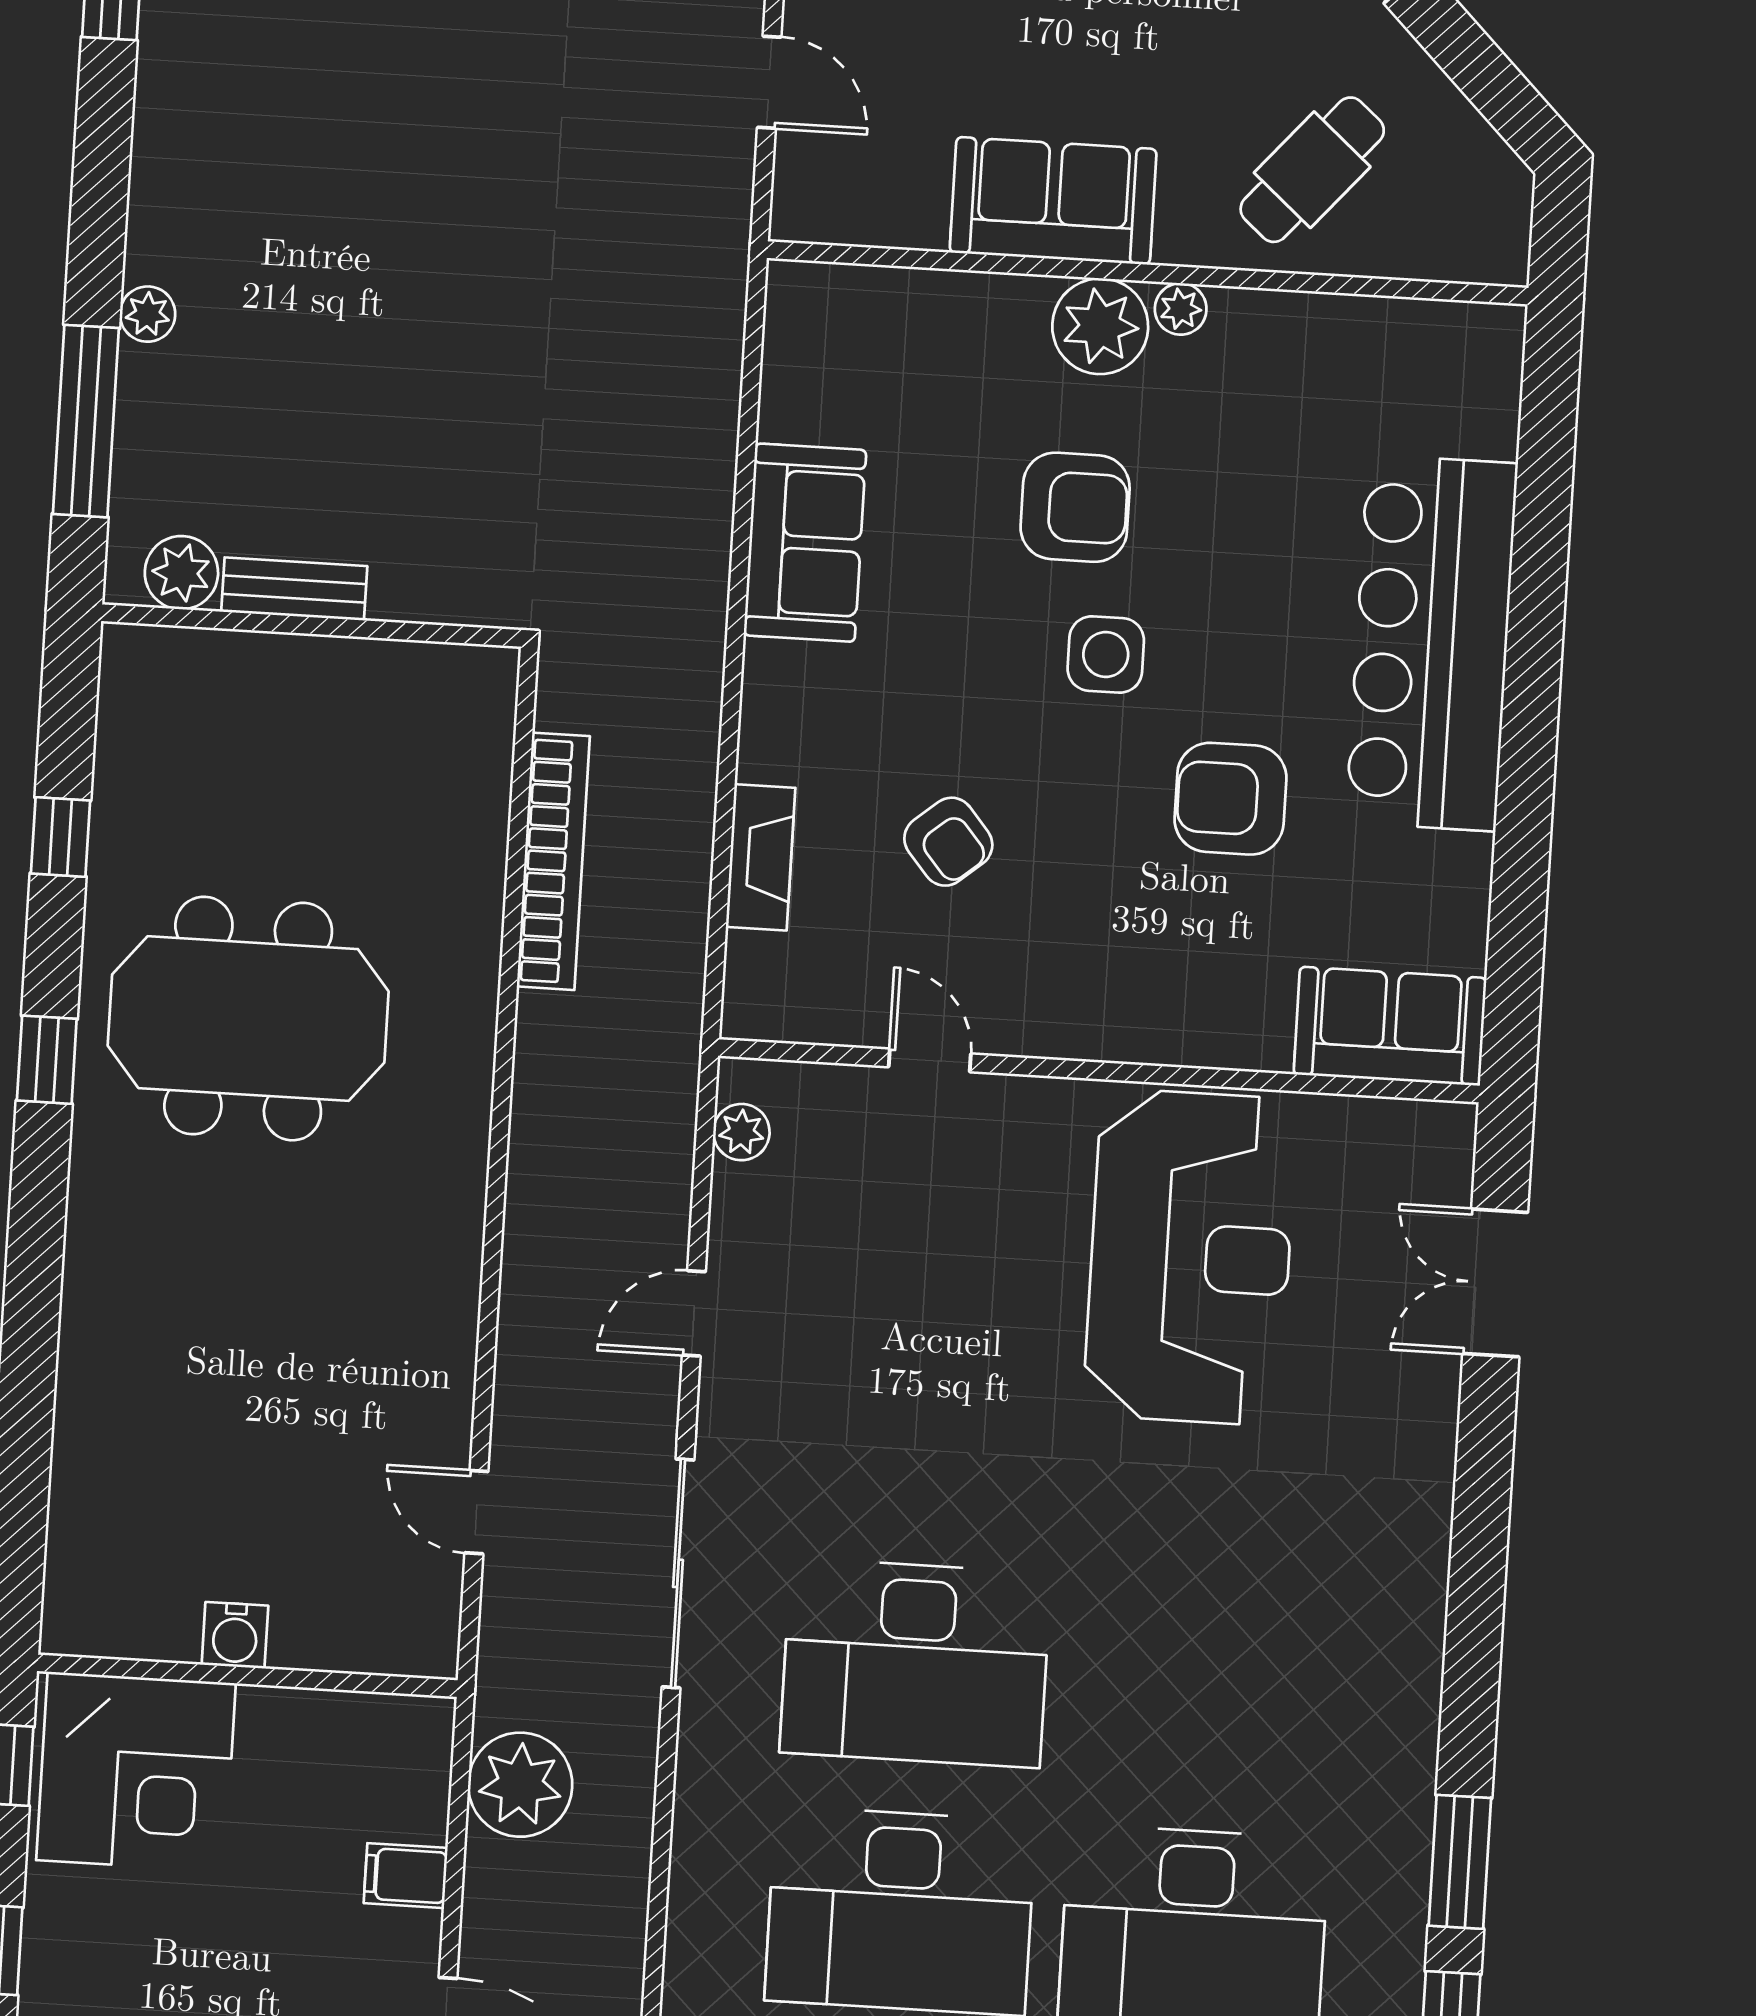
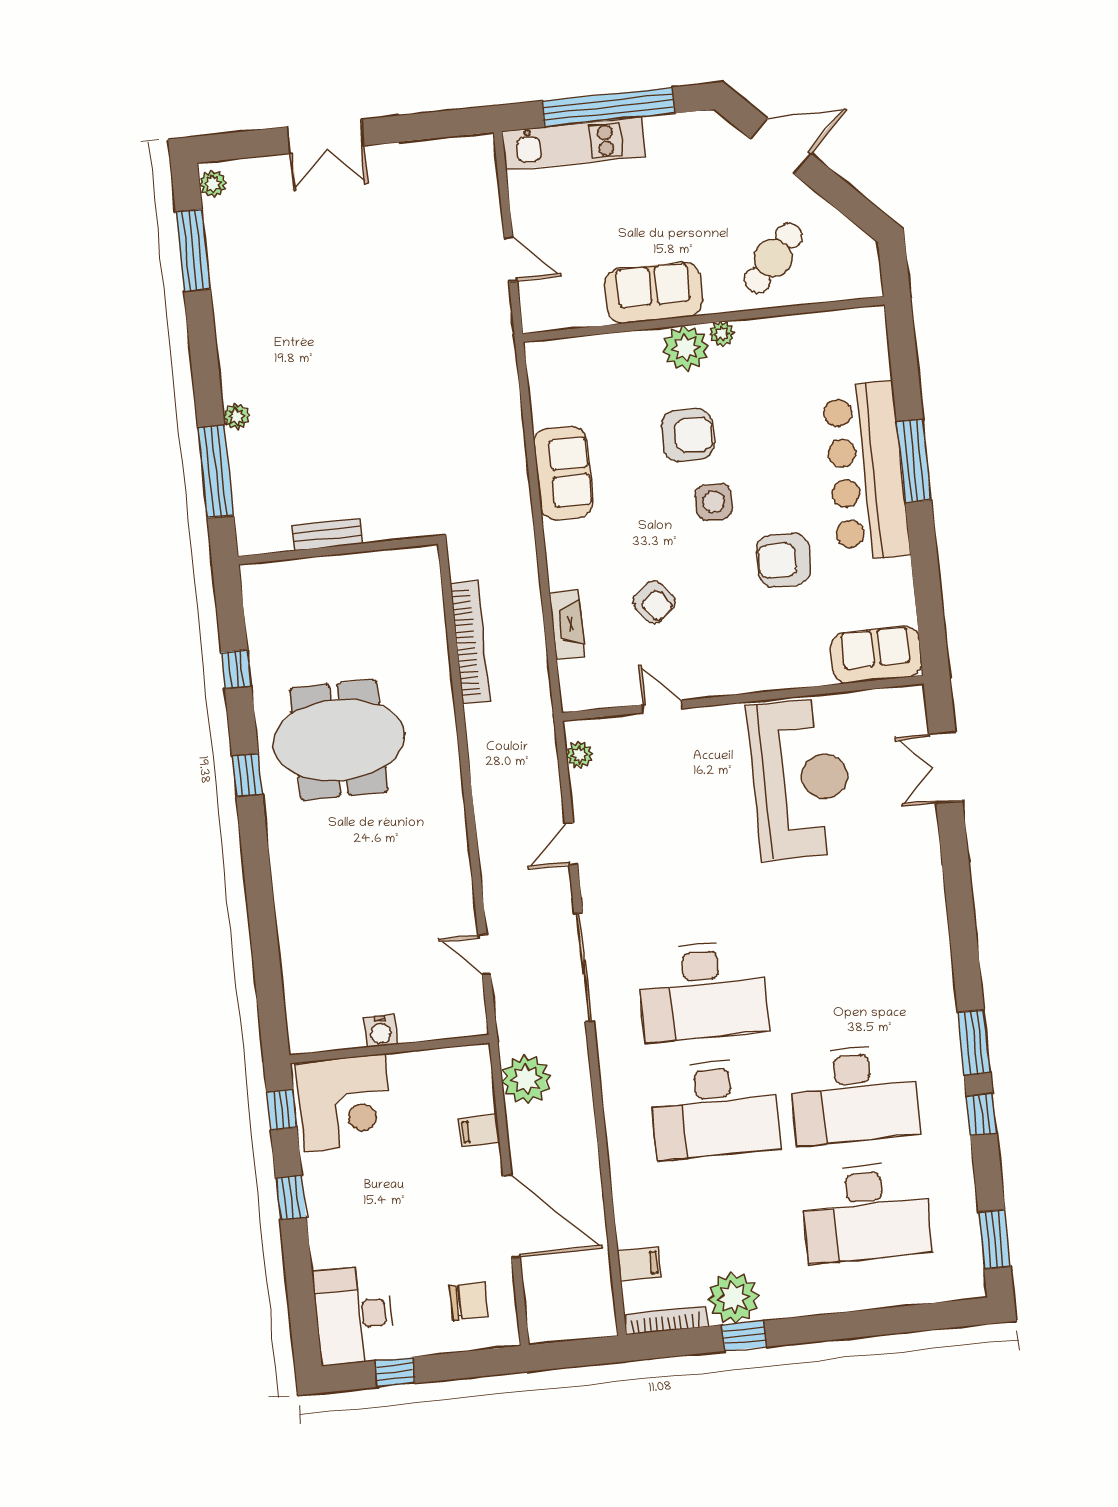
plant: (181, 573) -> (273, 535), removed
window: (1535, 638) -> (914, 461), added

